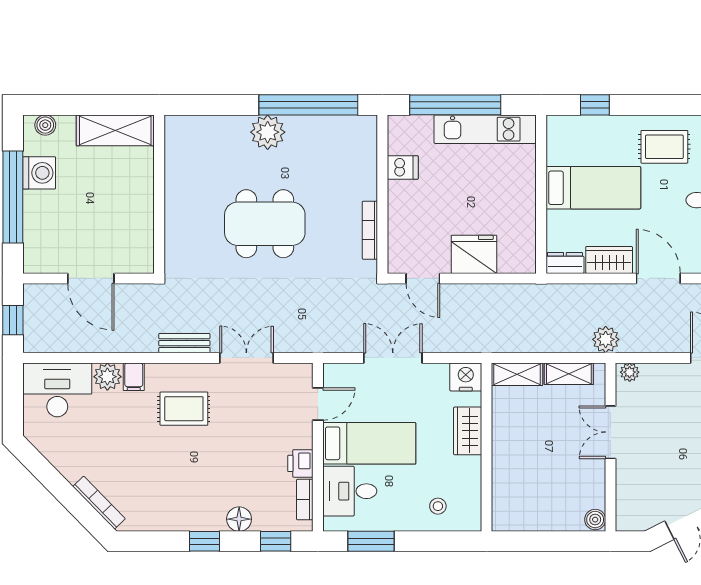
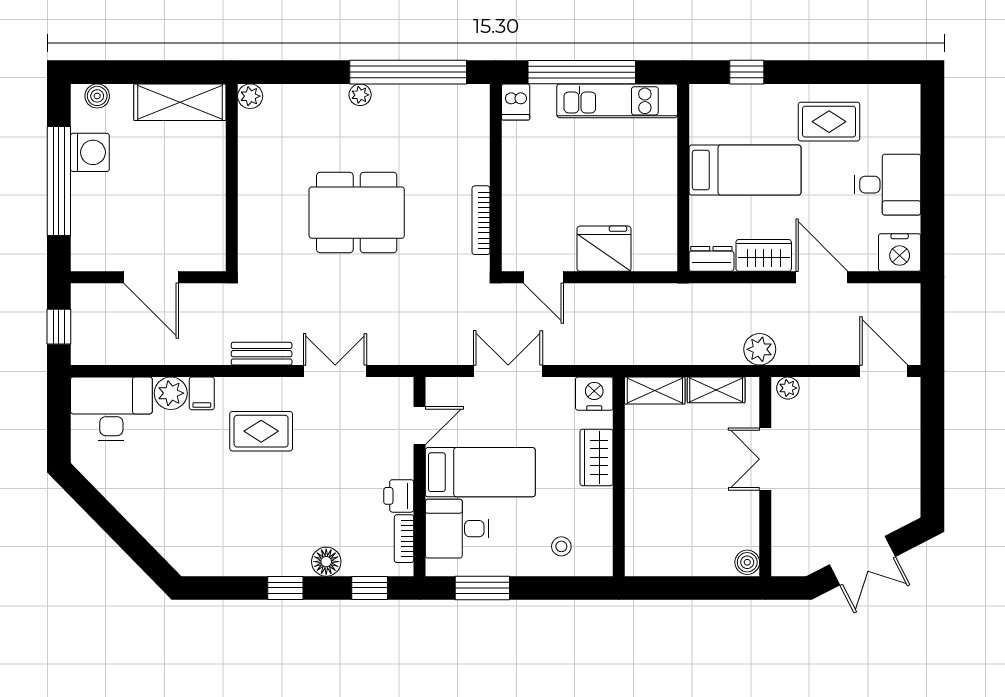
plant: (175, 125) -> (250, 96), added
plant: (268, 132) -> (360, 95), width x0.53, depth x0.53
dishwasher: (403, 167) -> (516, 102), moved, turned 90
bookcase: (99, 503) -> (161, 542), removed

